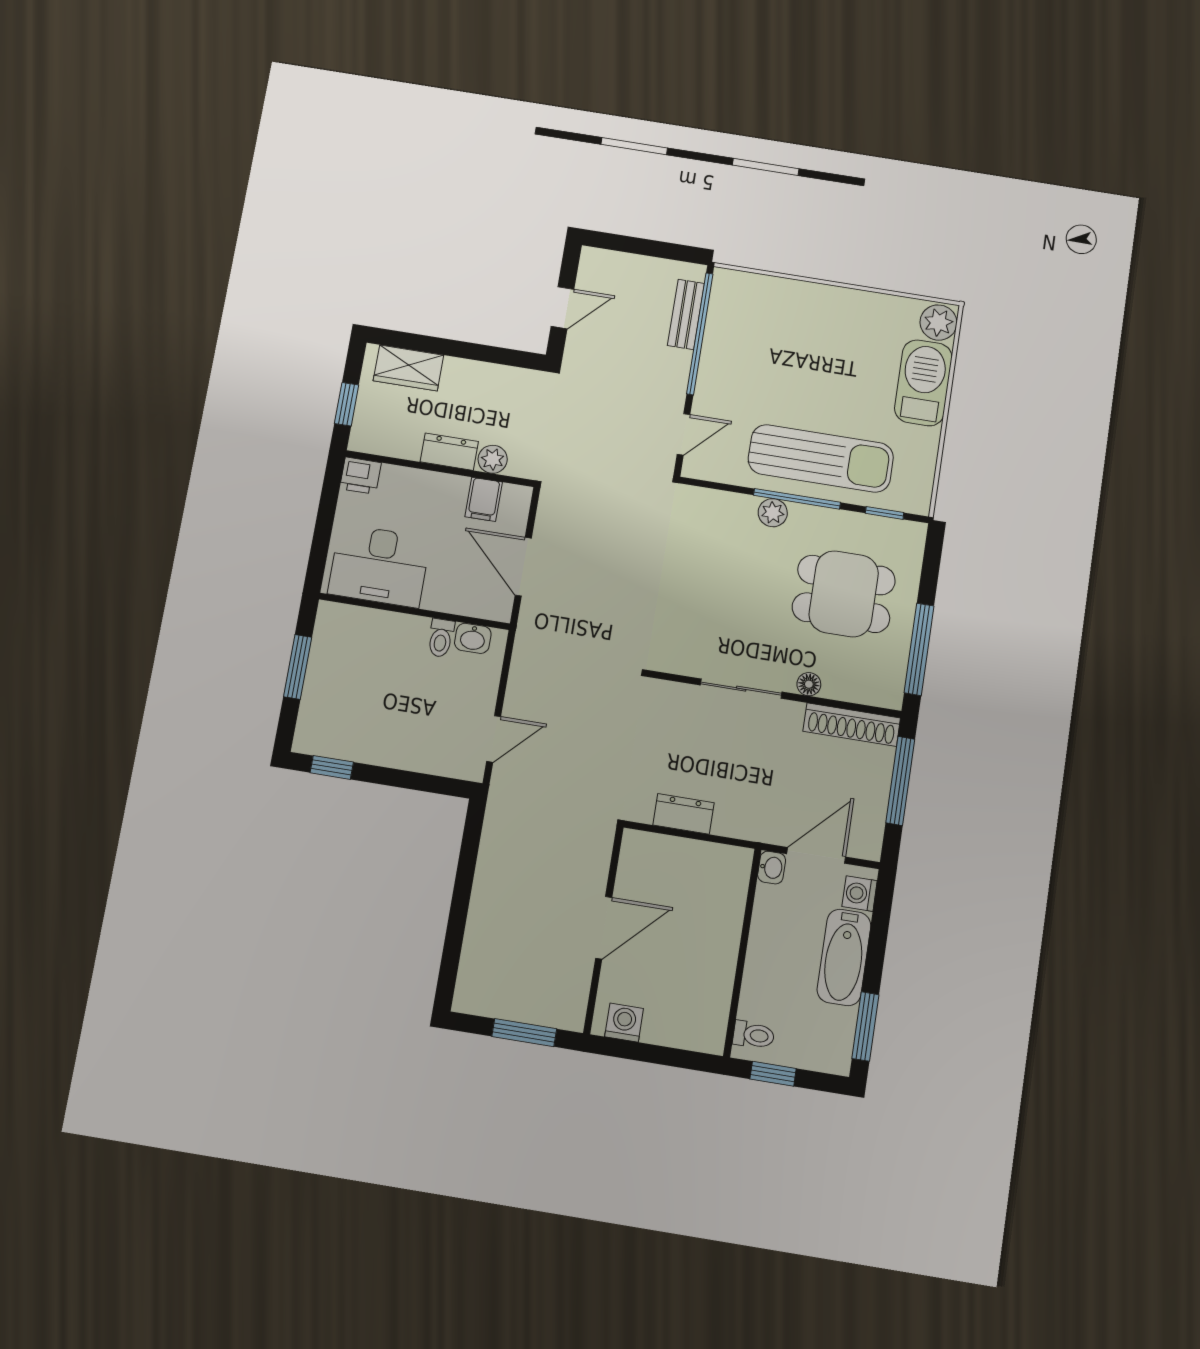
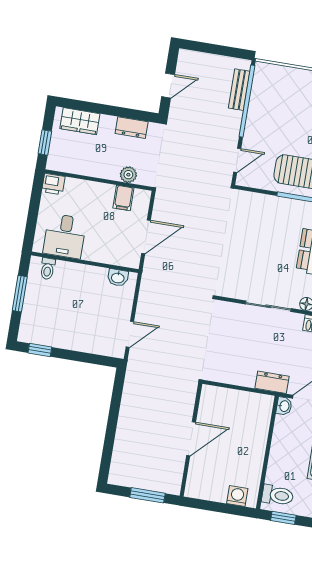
dresser: (449, 452) -> (132, 128), moved, turned 180
plant: (773, 513) -> (287, 206), removed
desk: (379, 566) -> (65, 236), width x0.73
door: (523, 567) -> (146, 237), swing flipped
toilet: (441, 638) -> (48, 269), moved
dresser: (684, 814) -> (272, 382), moved
washing machine: (624, 1023) -> (237, 496), moved
toilet: (754, 1035) -> (278, 495), width x1.37, depth x1.39

